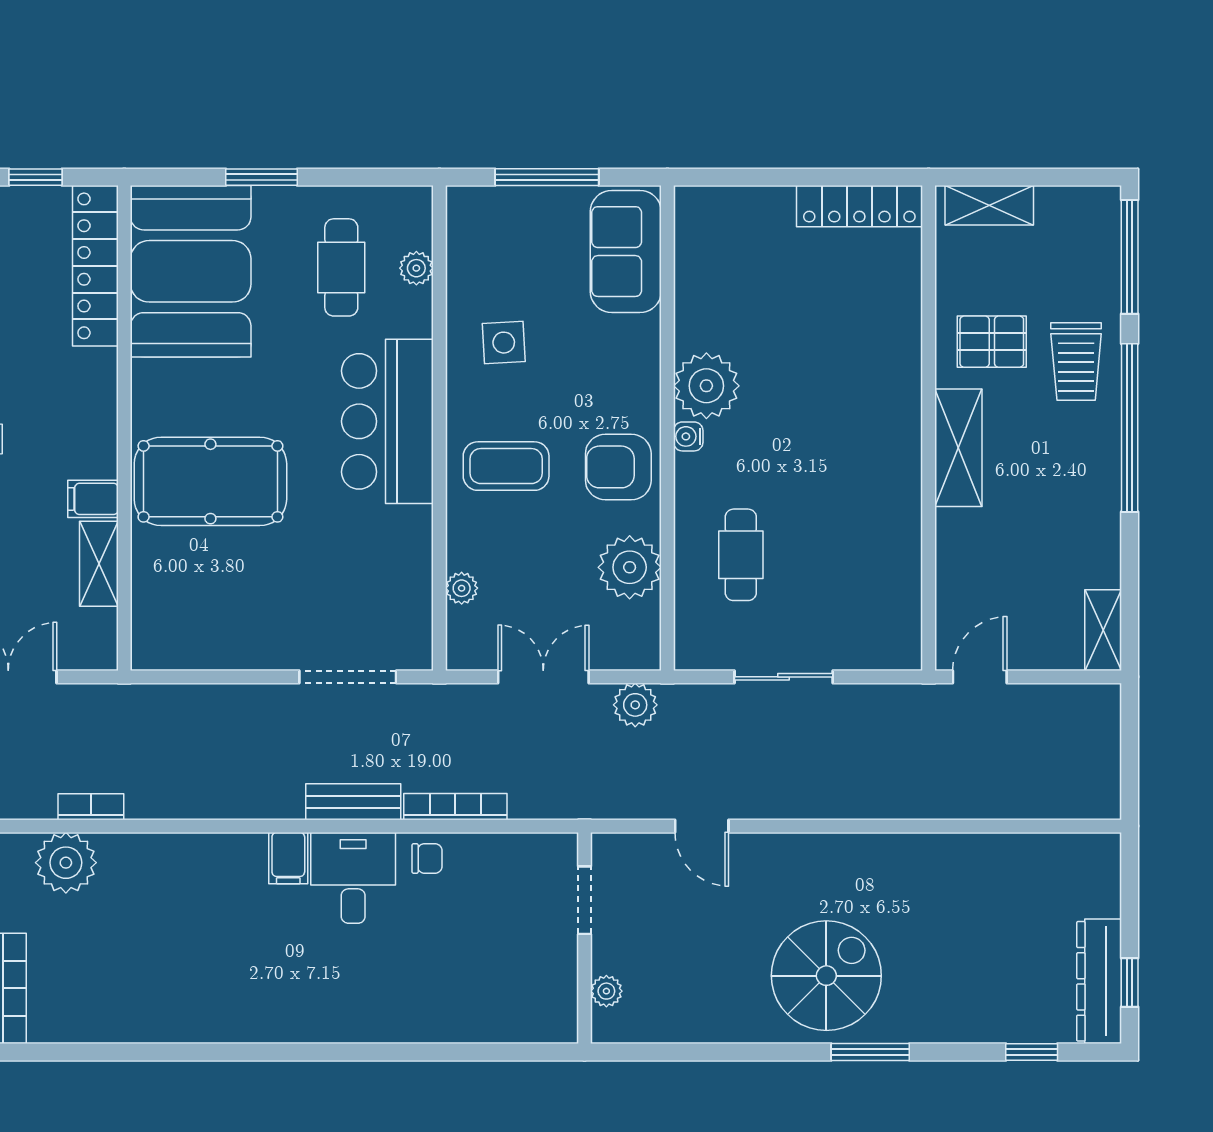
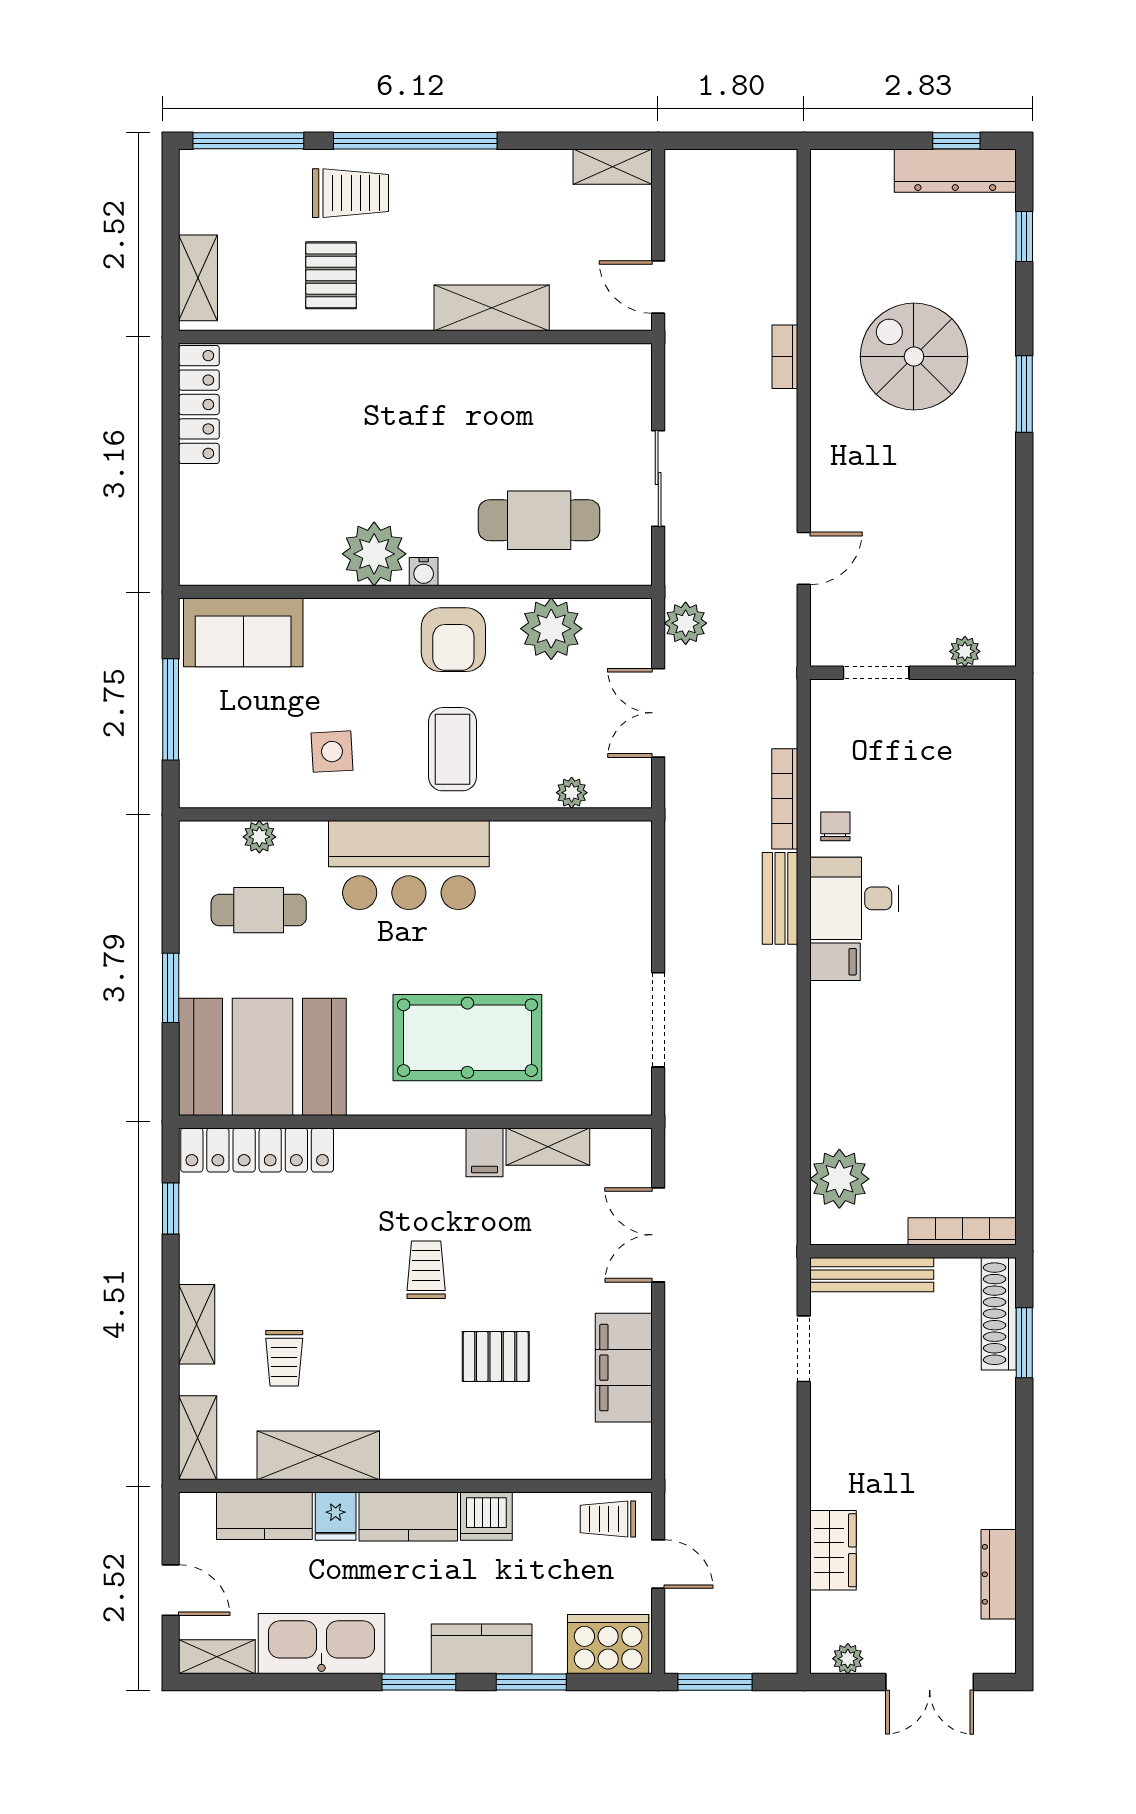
shelving: (958, 448) -> (492, 308), moved
pool table: (210, 481) -> (467, 1038), turned 90
cafe table: (741, 555) -> (539, 520), width x1.37, depth x1.35
doorway: (348, 677) -> (658, 1020), moved
bookcase: (91, 807) -> (785, 357), moved
spiral stairs: (826, 976) -> (914, 357), moved

